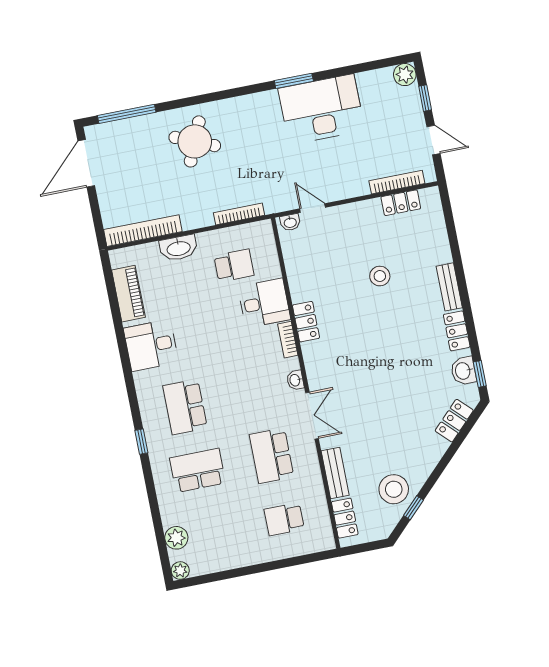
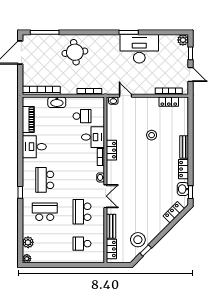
round table: (195, 141) -> (75, 52), turned -30

